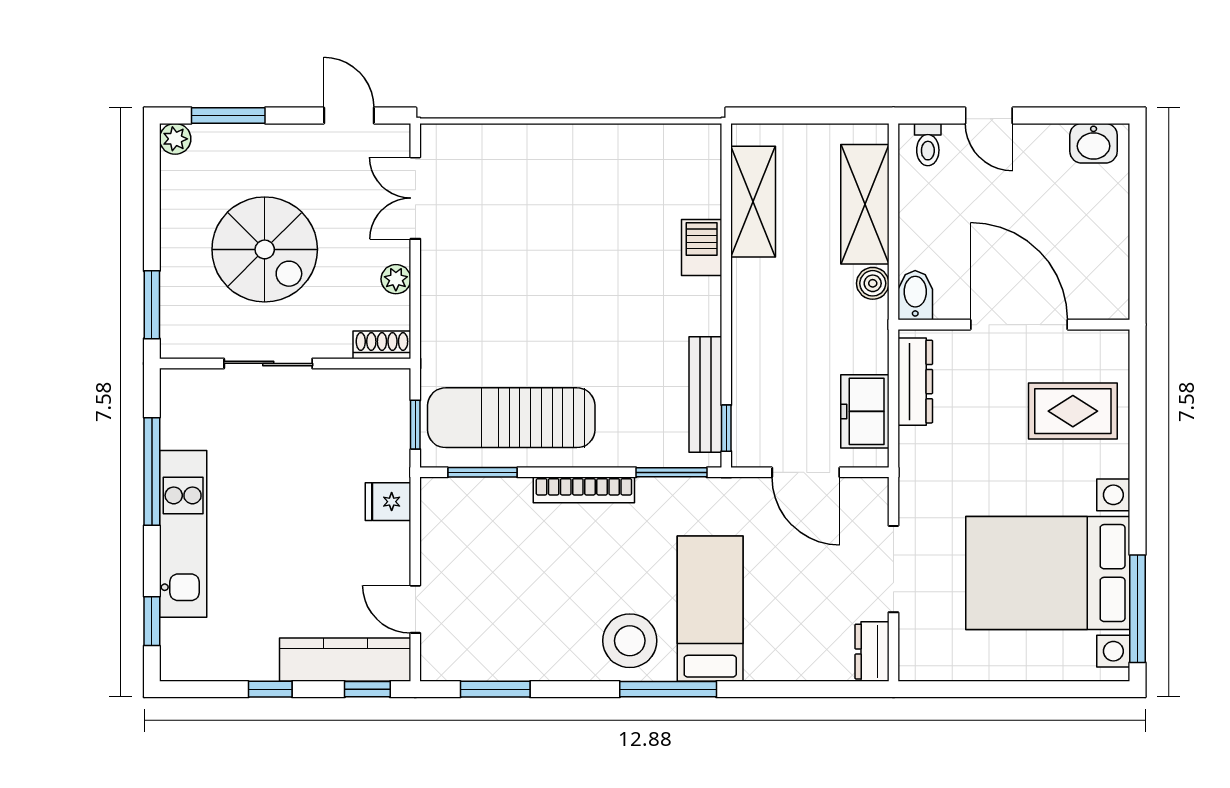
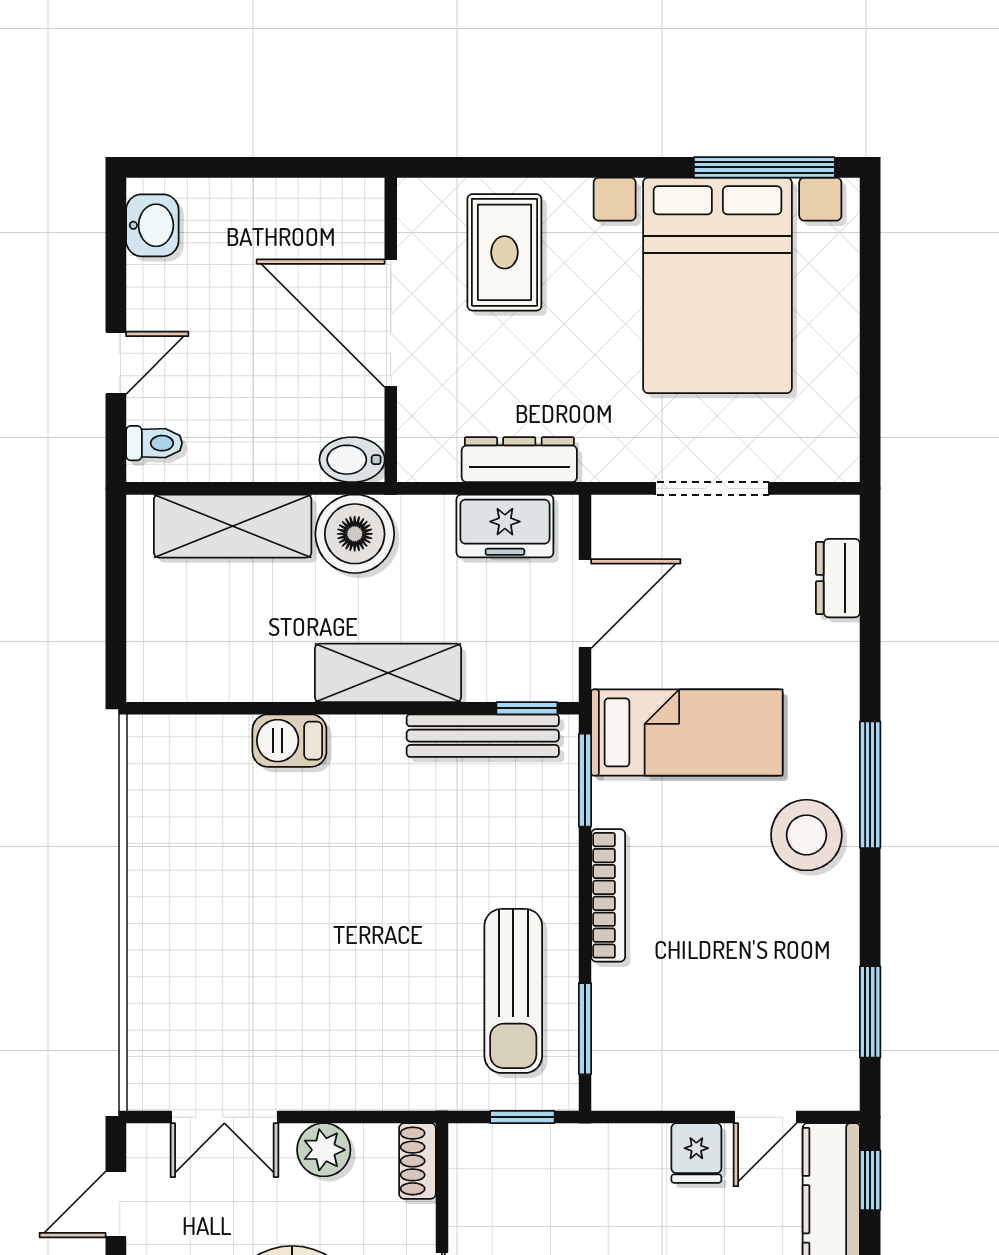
shelving: (753, 202) -> (388, 673), moved
plant: (396, 279) -> (324, 1150), width x1.38, depth x1.38
boiler: (873, 283) -> (355, 534), width x1.86, depth x1.86
door: (1019, 325) -> (391, 323), hinge flipped
dresser: (915, 382) -> (519, 460), moved
sun lounger: (511, 418) -> (513, 991), width x0.73, depth x0.75
fridge: (388, 502) -> (696, 1153), moved
bed: (710, 609) -> (687, 732), moved, turned 180
dresser: (872, 652) -> (838, 578), moved, turned 90

